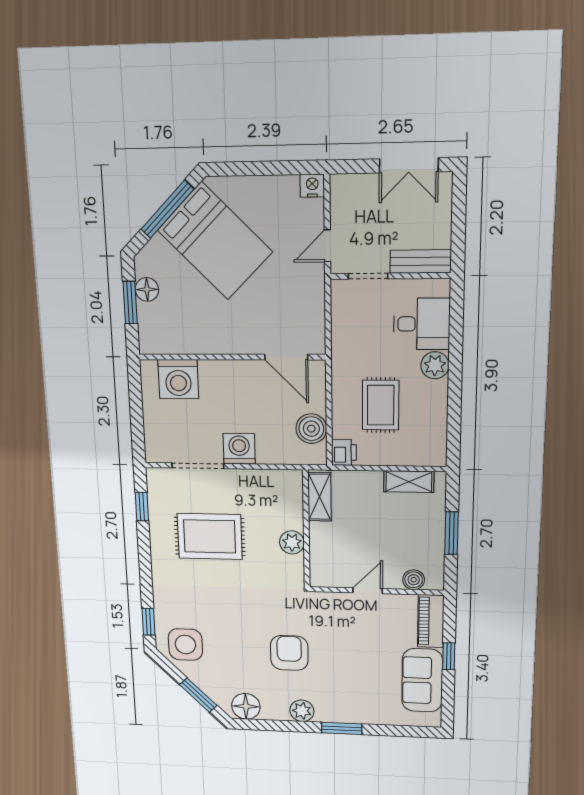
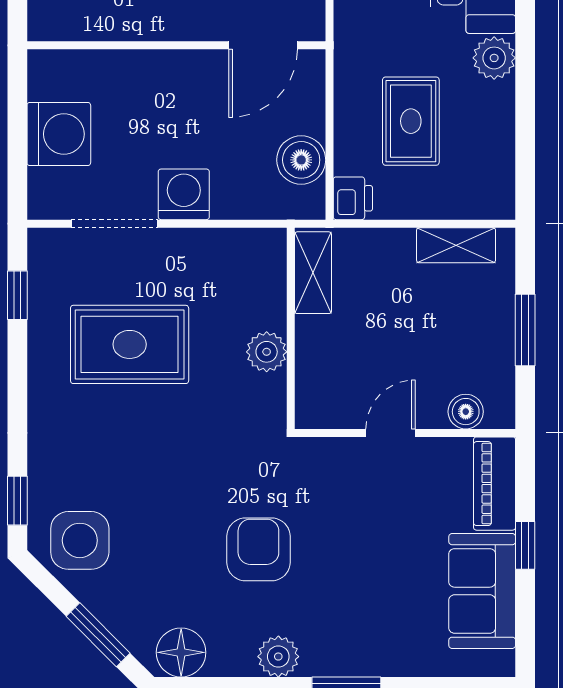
door: (286, 357) -> (263, 45), hinge flipped
washing machine: (178, 379) -> (59, 134), moved, turned -90

